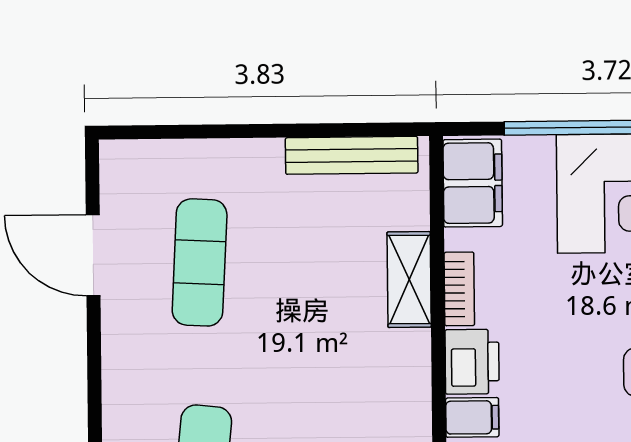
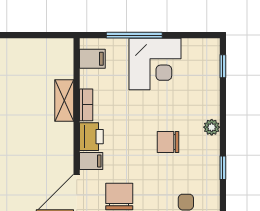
bench: (352, 155) -> (40, 46), removed
filing cabinet: (473, 183) -> (92, 59), width x0.50

